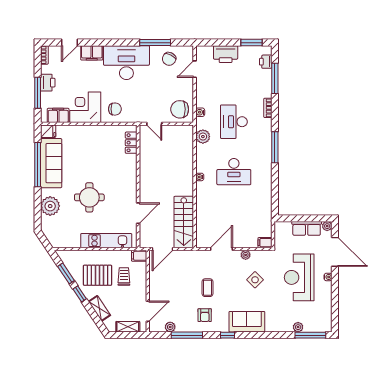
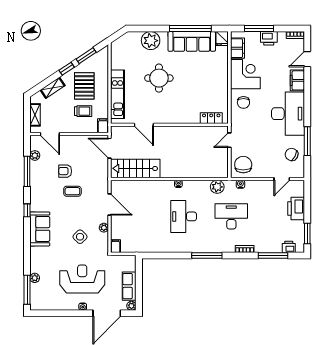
door: (70, 43) -> (307, 59), hinge flipped
door: (195, 69) -> (282, 179), swing flipped
armchair: (205, 315) -> (65, 171), moved

